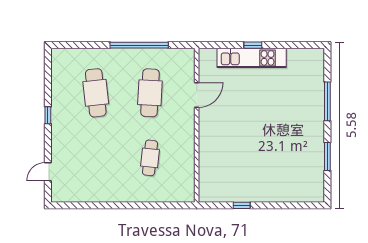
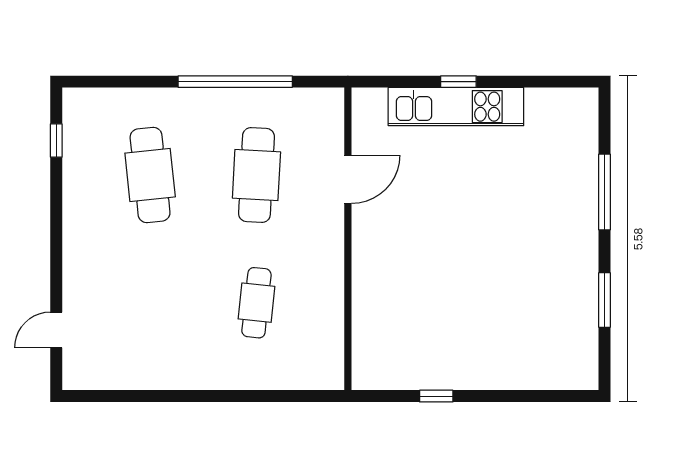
window: (48, 115) -> (56, 141), moved

